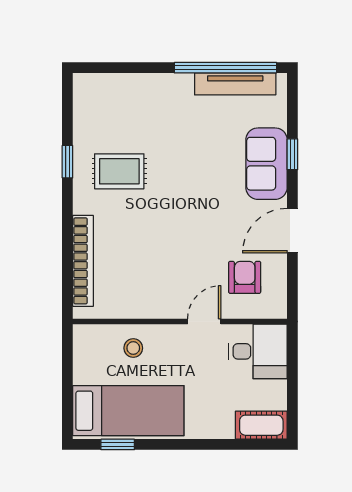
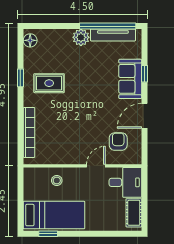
plant: (177, 88) -> (81, 37), added
floor lamp: (85, 94) -> (30, 40), added
cot: (261, 425) -> (134, 213), moved, turned 90

